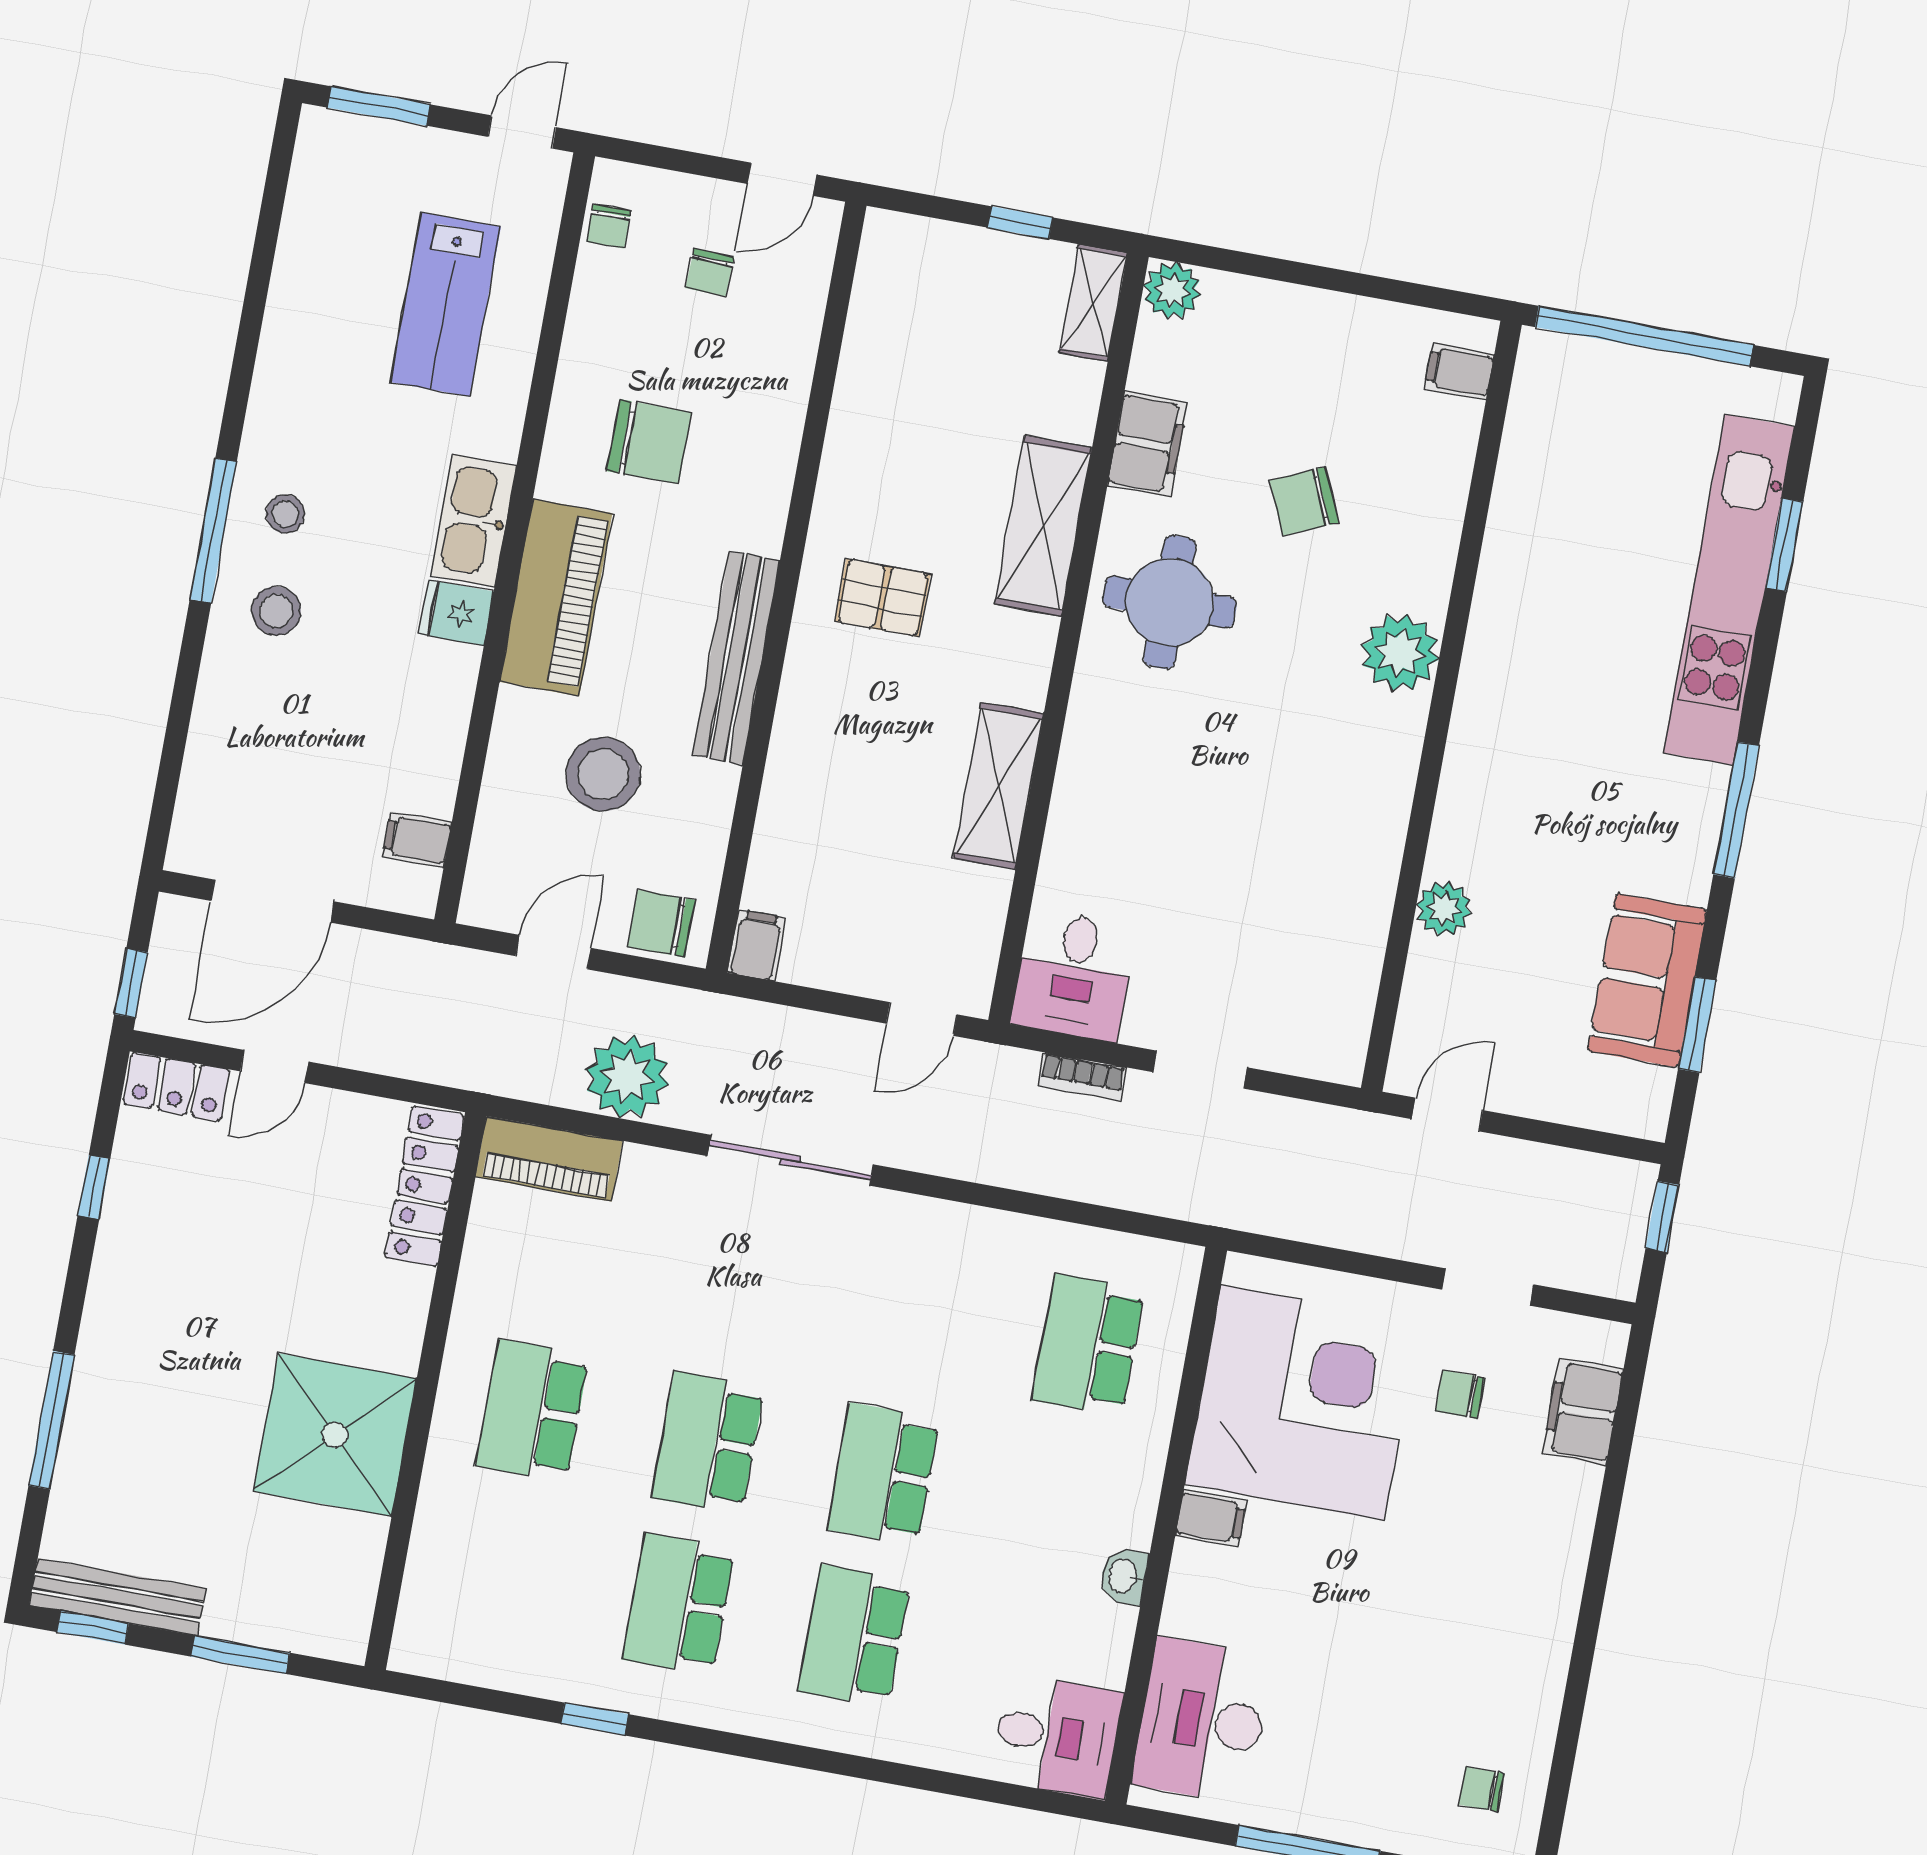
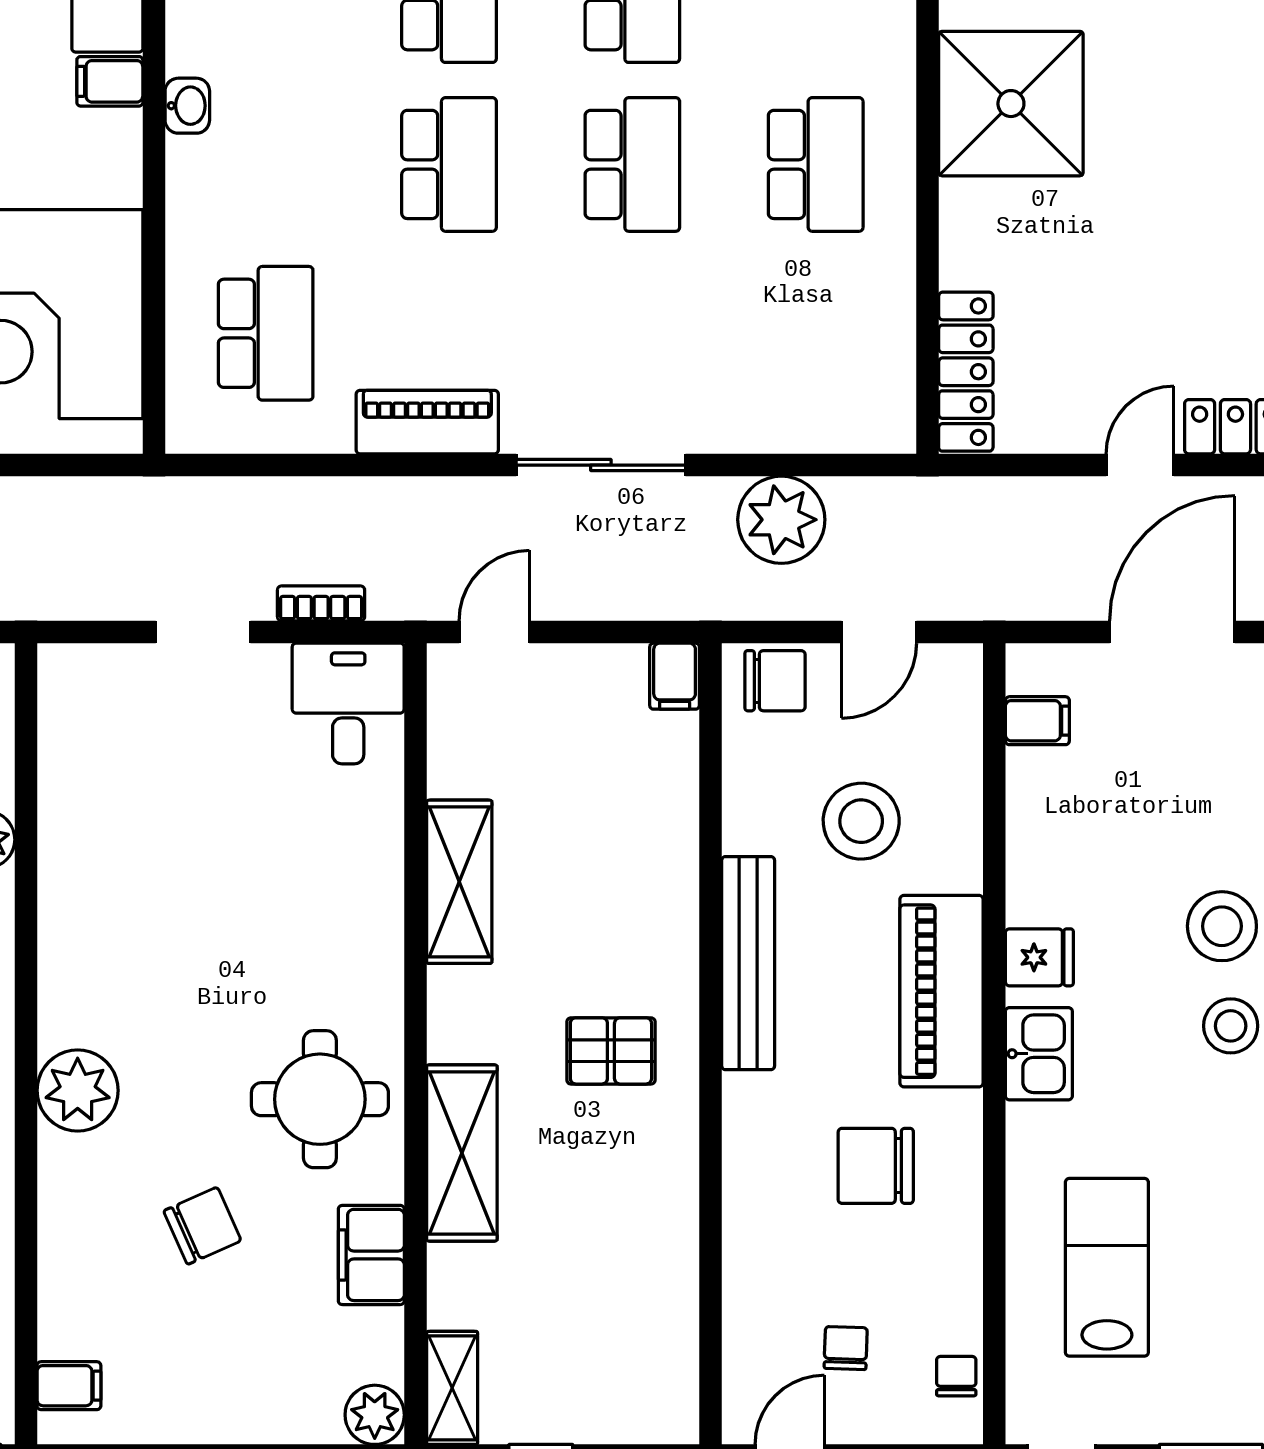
stool: (285, 514) -> (1231, 1026), width x1.37, depth x1.37
kitchen sink: (474, 521) -> (1039, 1054), width x0.73
stool: (276, 611) -> (1222, 926), width x1.38, depth x1.38
piano: (549, 1159) -> (427, 422), moved
filing cabinet: (1211, 1518) -> (110, 81), moved

